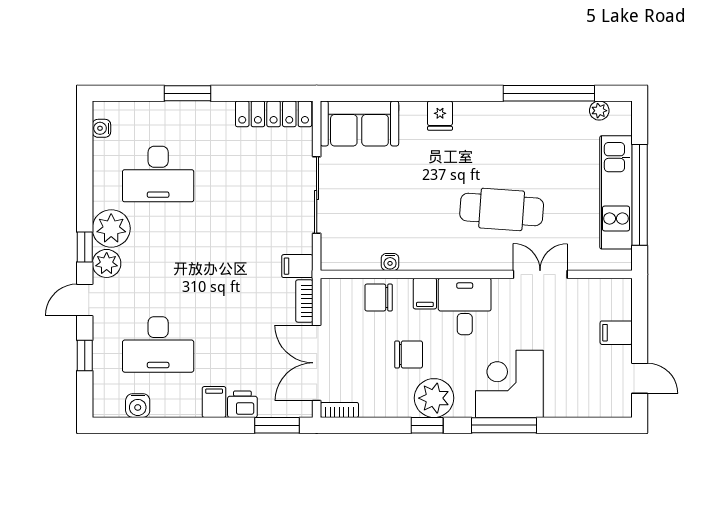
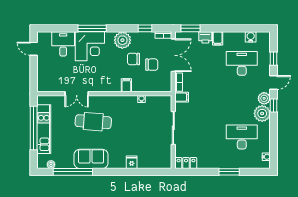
locker: (274, 114) -> (186, 163), width x0.66
fridge: (440, 116) -> (132, 162), moved
sofa: (359, 123) -> (91, 159), moved
chair: (379, 298) -> (152, 65), moved
desk: (465, 307) -> (63, 44), moved, turned 180
filing cabinet: (616, 333) -> (44, 68), removed
window: (427, 425) -> (145, 28), moved

